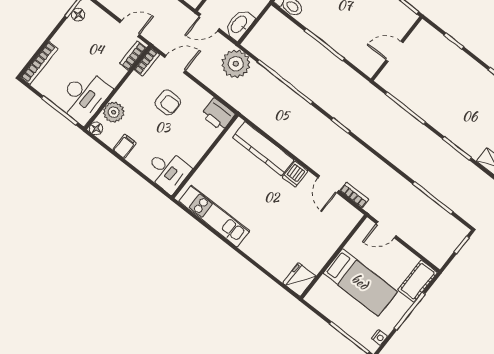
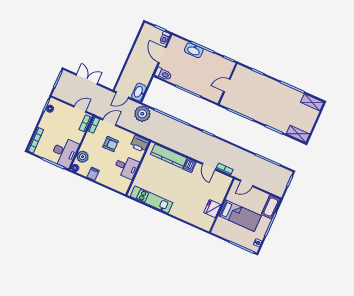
desk: (168, 171) -> (126, 167), moved
fridge: (299, 280) -> (212, 209), moved

